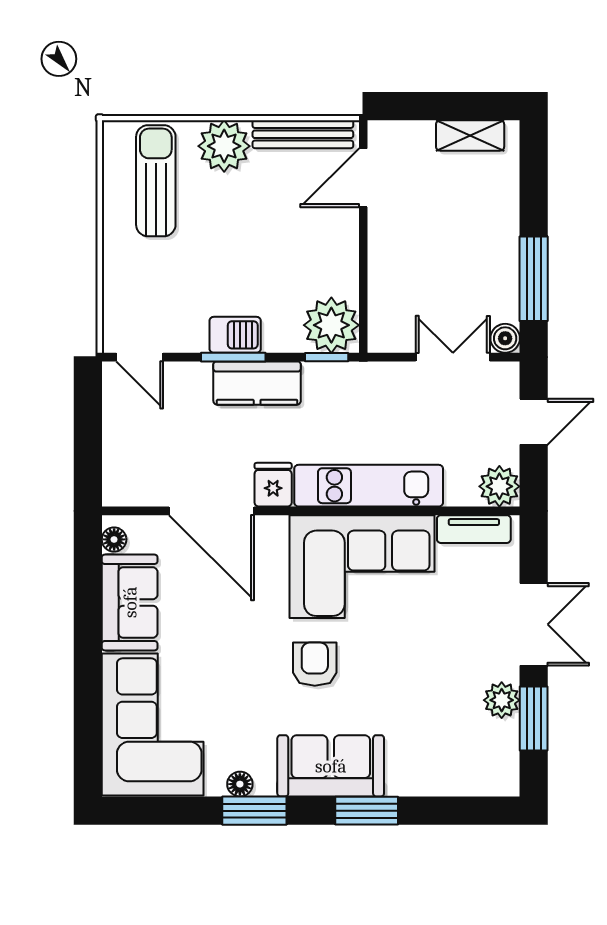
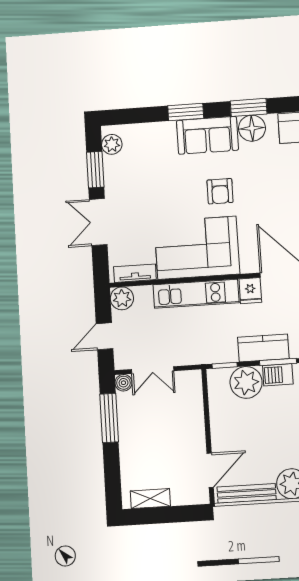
plant: (331, 325) -> (246, 382), moved
plant: (502, 700) -> (112, 144), moved
floor lamp: (240, 784) -> (252, 128), width x1.89, depth x1.89

